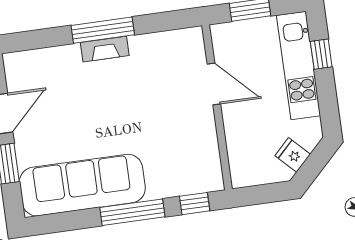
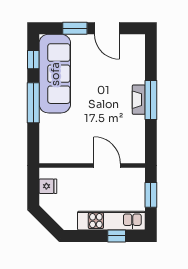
door: (214, 84) -> (107, 166), swing flipped
fridge: (293, 155) -> (48, 186), moved, turned 45
window: (195, 204) -> (33, 60), moved

